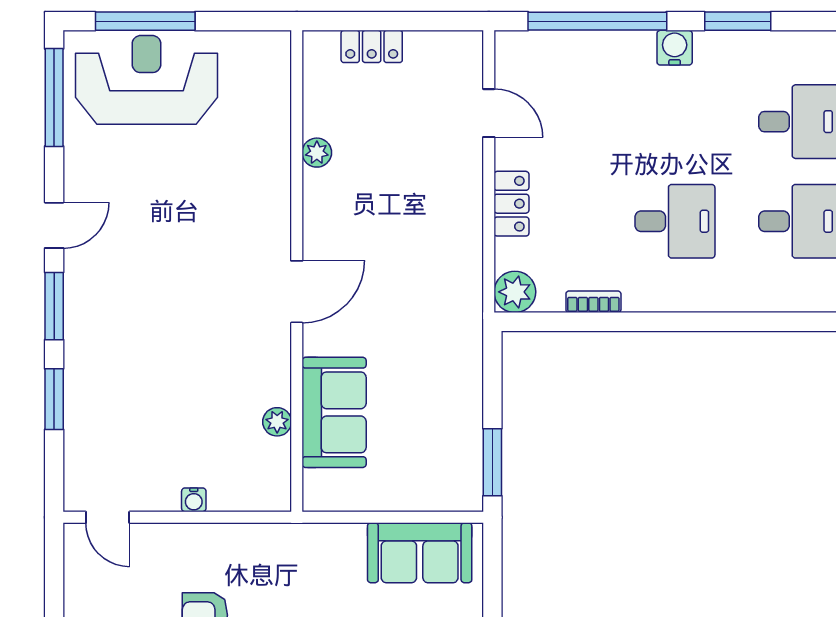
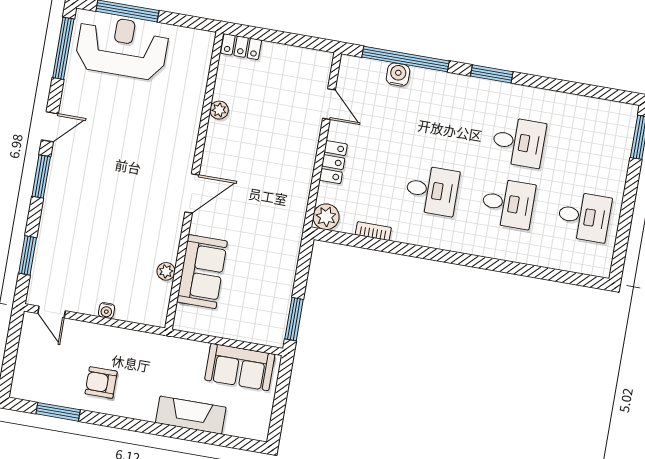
locker: (372, 46) -> (241, 47), moved
water cooler: (675, 48) -> (398, 75), moved
window: (54, 399) -> (28, 255), moved

